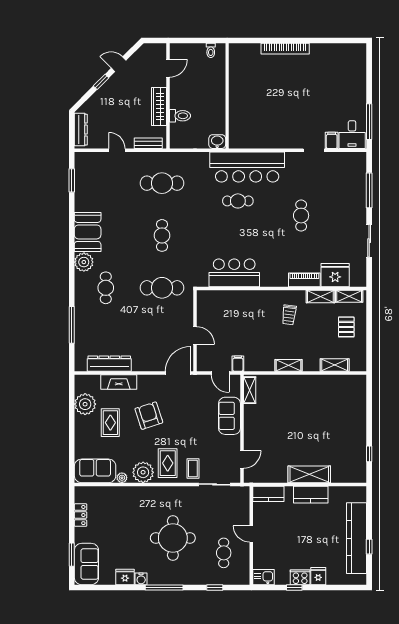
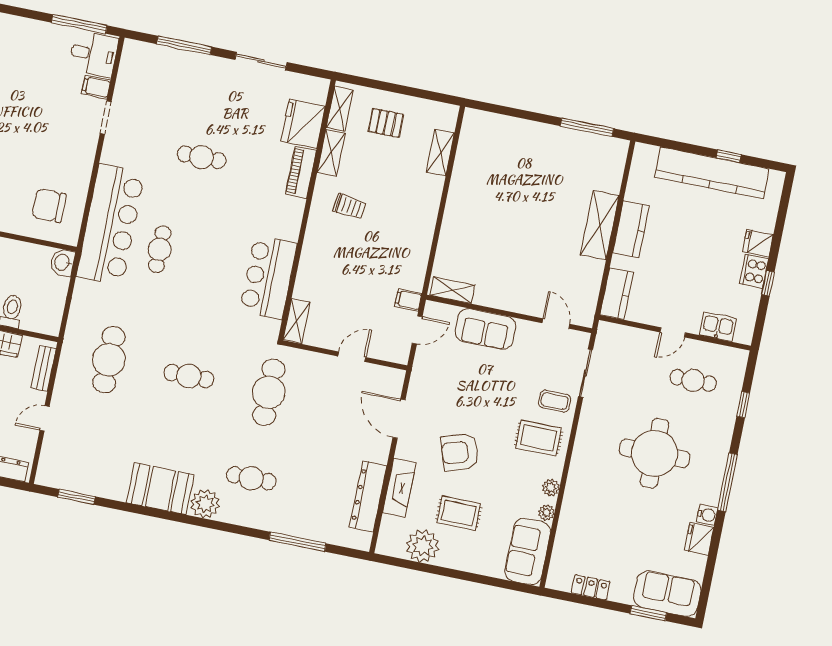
chair: (251, 126) -> (49, 206), added
shelving: (289, 365) -> (296, 321), moved
door: (178, 373) -> (399, 419), moved
window: (369, 454) -> (587, 127), width x2.17
plant: (143, 472) -> (551, 488), width x0.53, depth x0.53
kitchen sink: (264, 577) -> (718, 327), moved, turned 90

